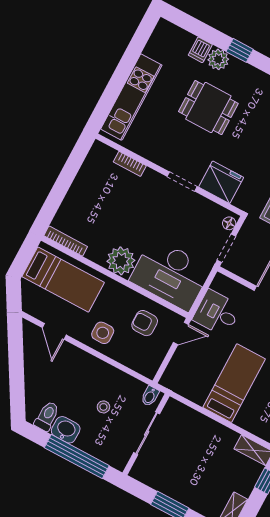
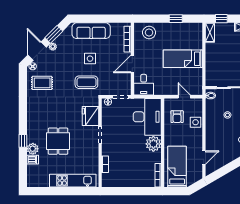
desk: (217, 313) -> (144, 85), moved
side table: (103, 333) -> (196, 122), moved
door: (181, 333) -> (184, 97), moved

